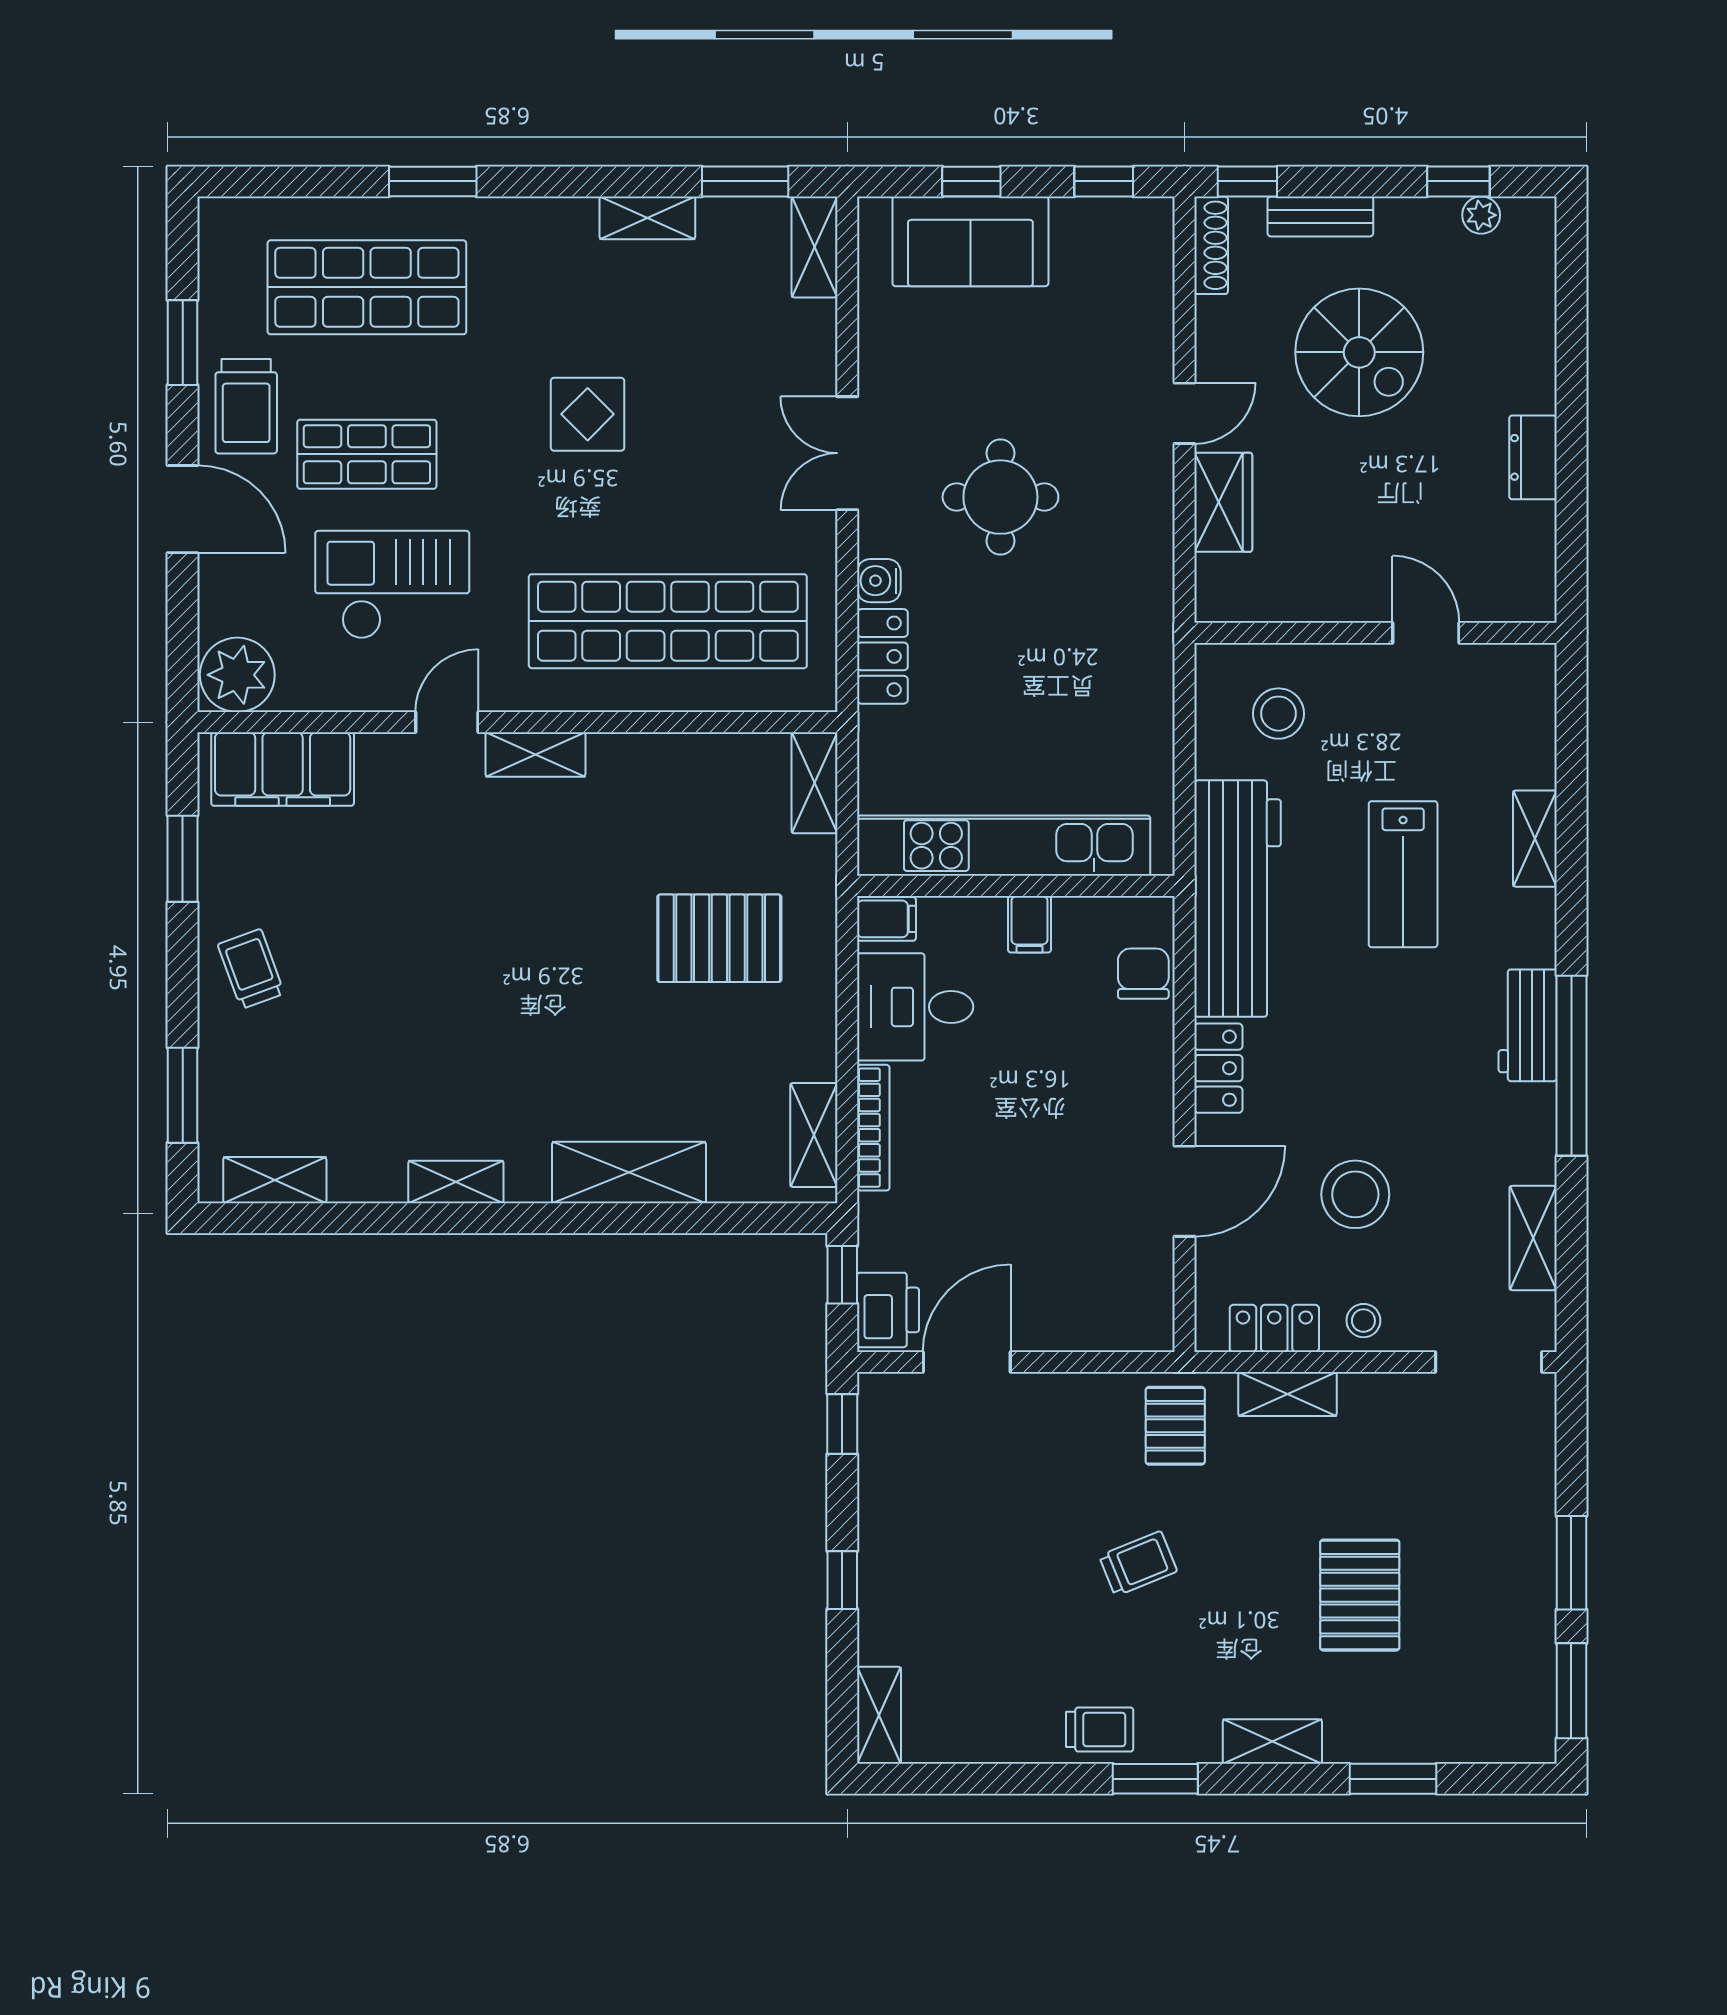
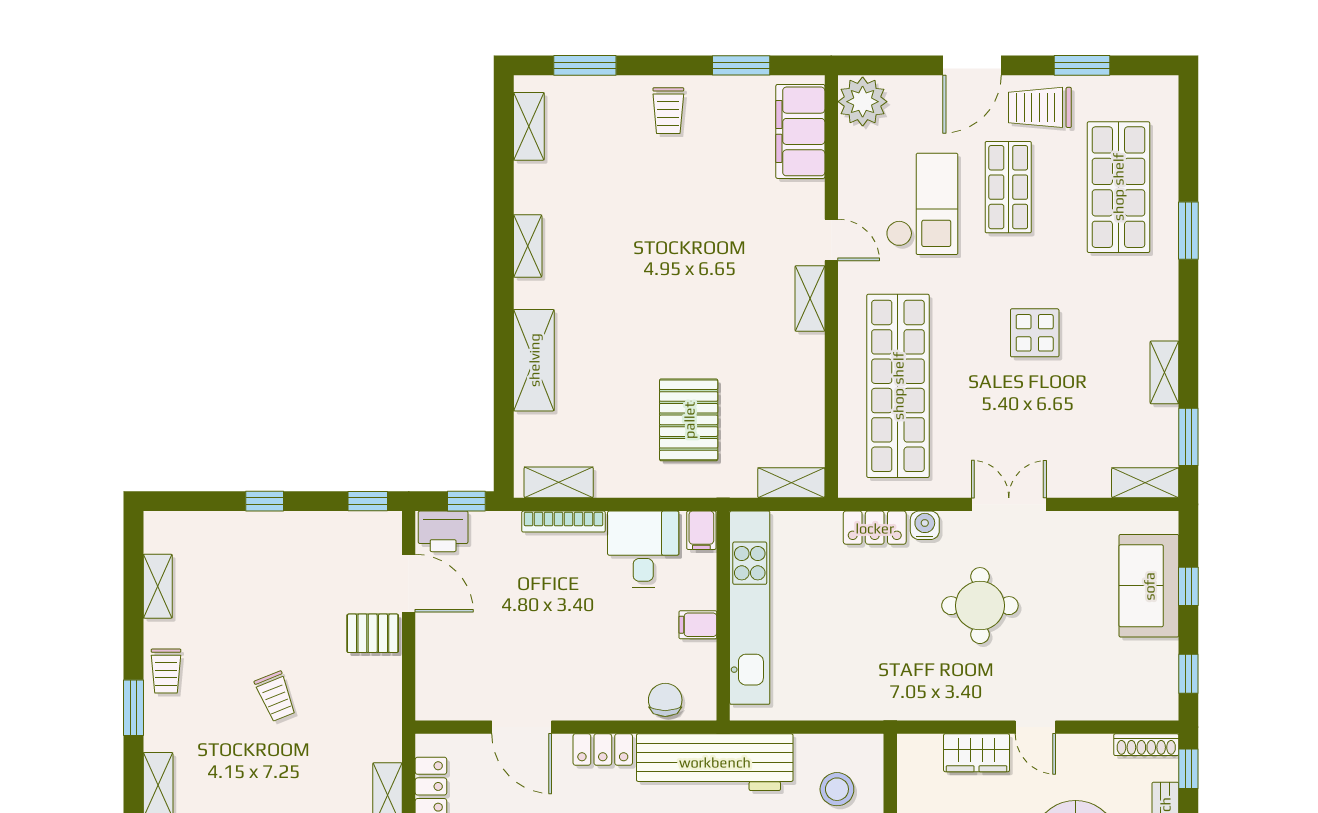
trolley: (251, 969) -> (668, 111), turned 110
chair: (1143, 974) -> (665, 700), turned -90
pallet: (1175, 1426) -> (373, 633), moved
shelving: (879, 1715) -> (158, 586), moved, turned 90

